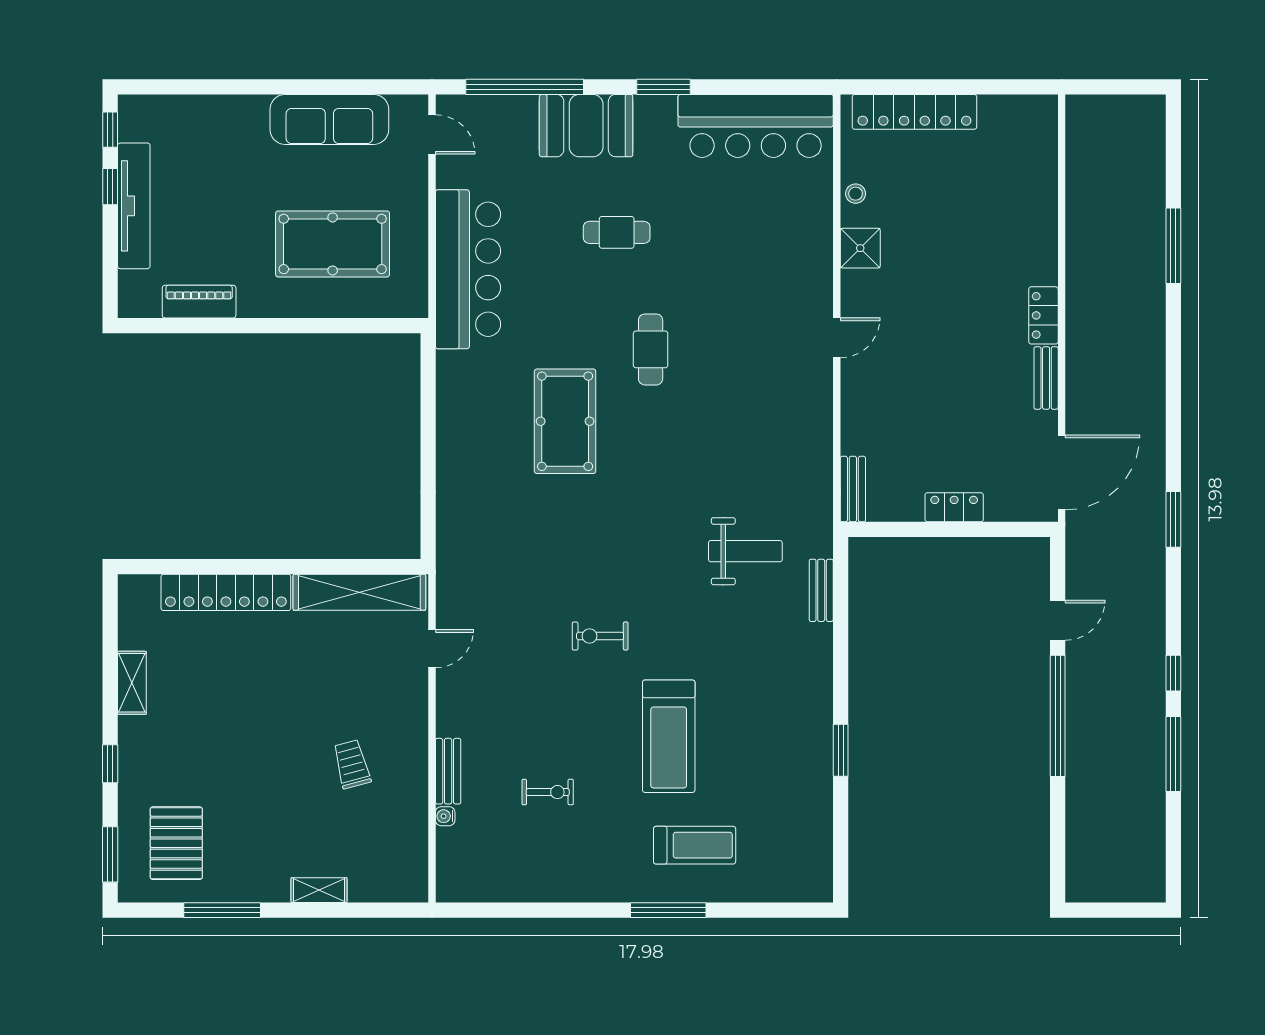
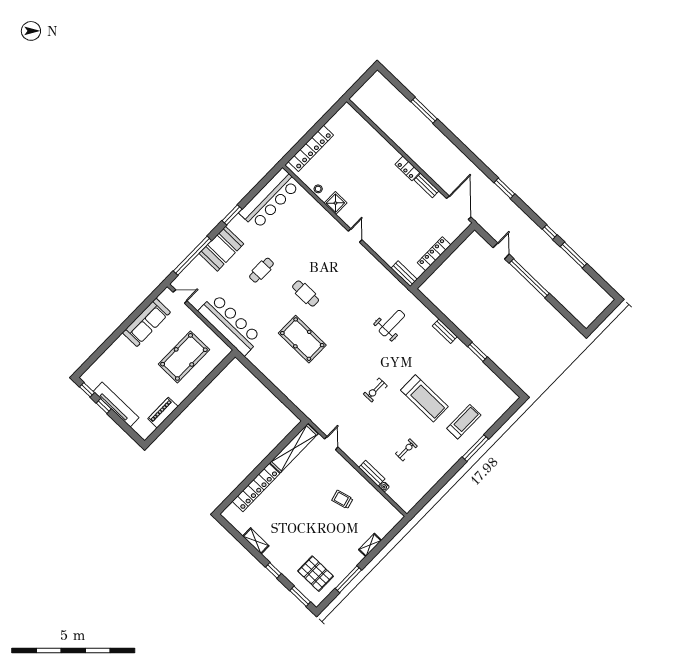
locker: (954, 507) -> (434, 254), width x1.53
bench: (821, 590) -> (445, 331), moved

